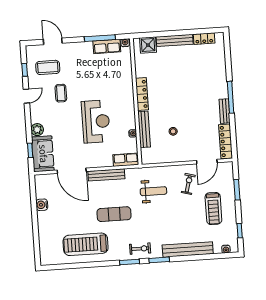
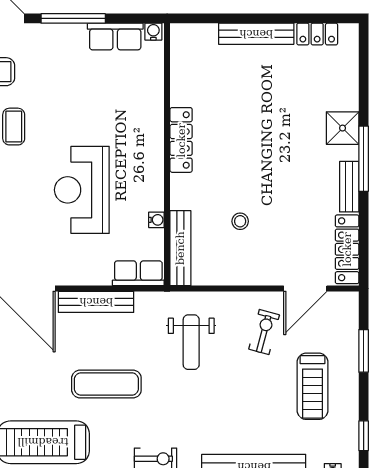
window: (100, 38) -> (73, 18), moved
shower: (148, 45) -> (343, 128), moved
reception desk: (96, 121) -> (82, 190), turned 180
bench: (144, 129) -> (180, 248), moved
weight bench: (153, 191) -> (191, 342), turned 90

